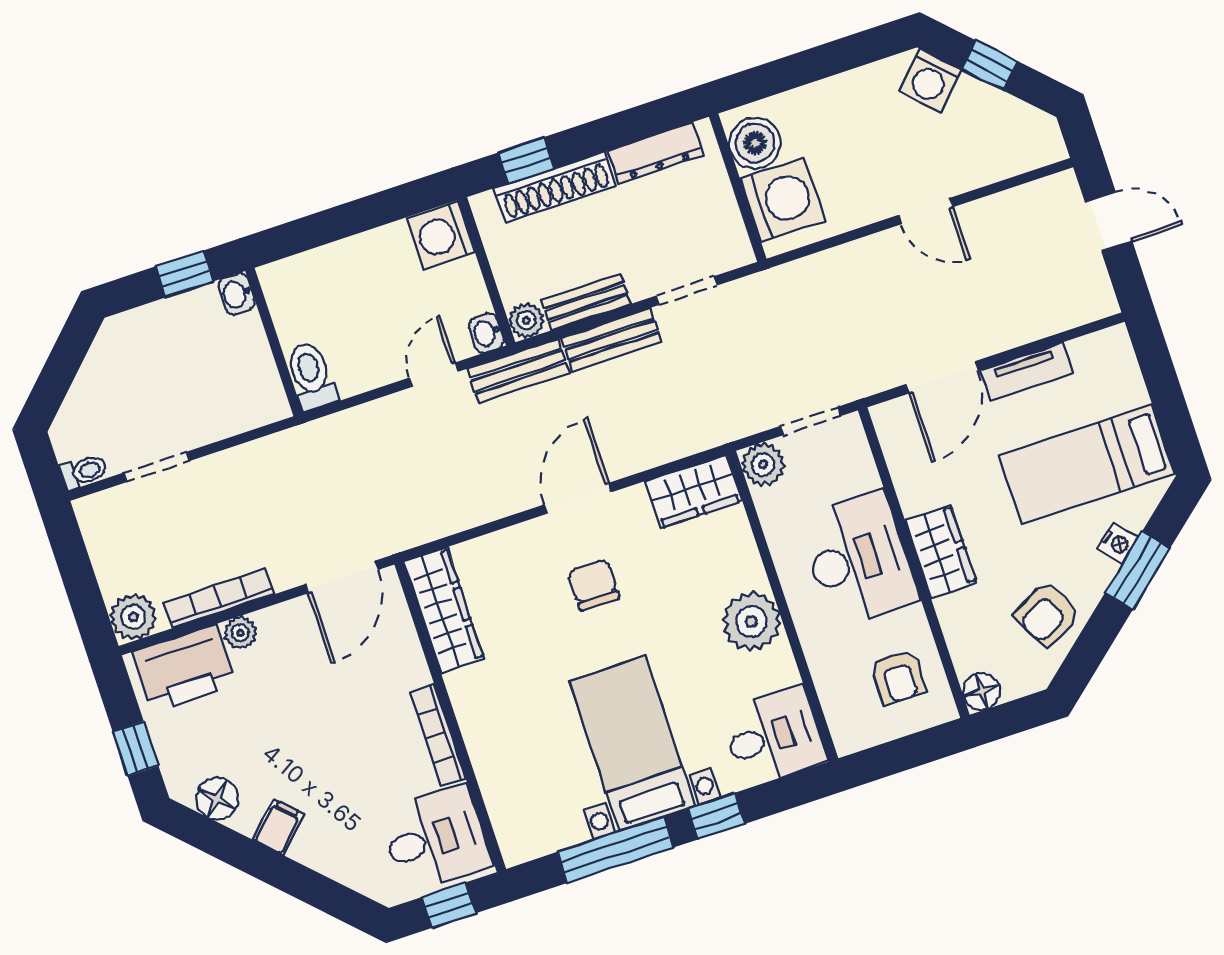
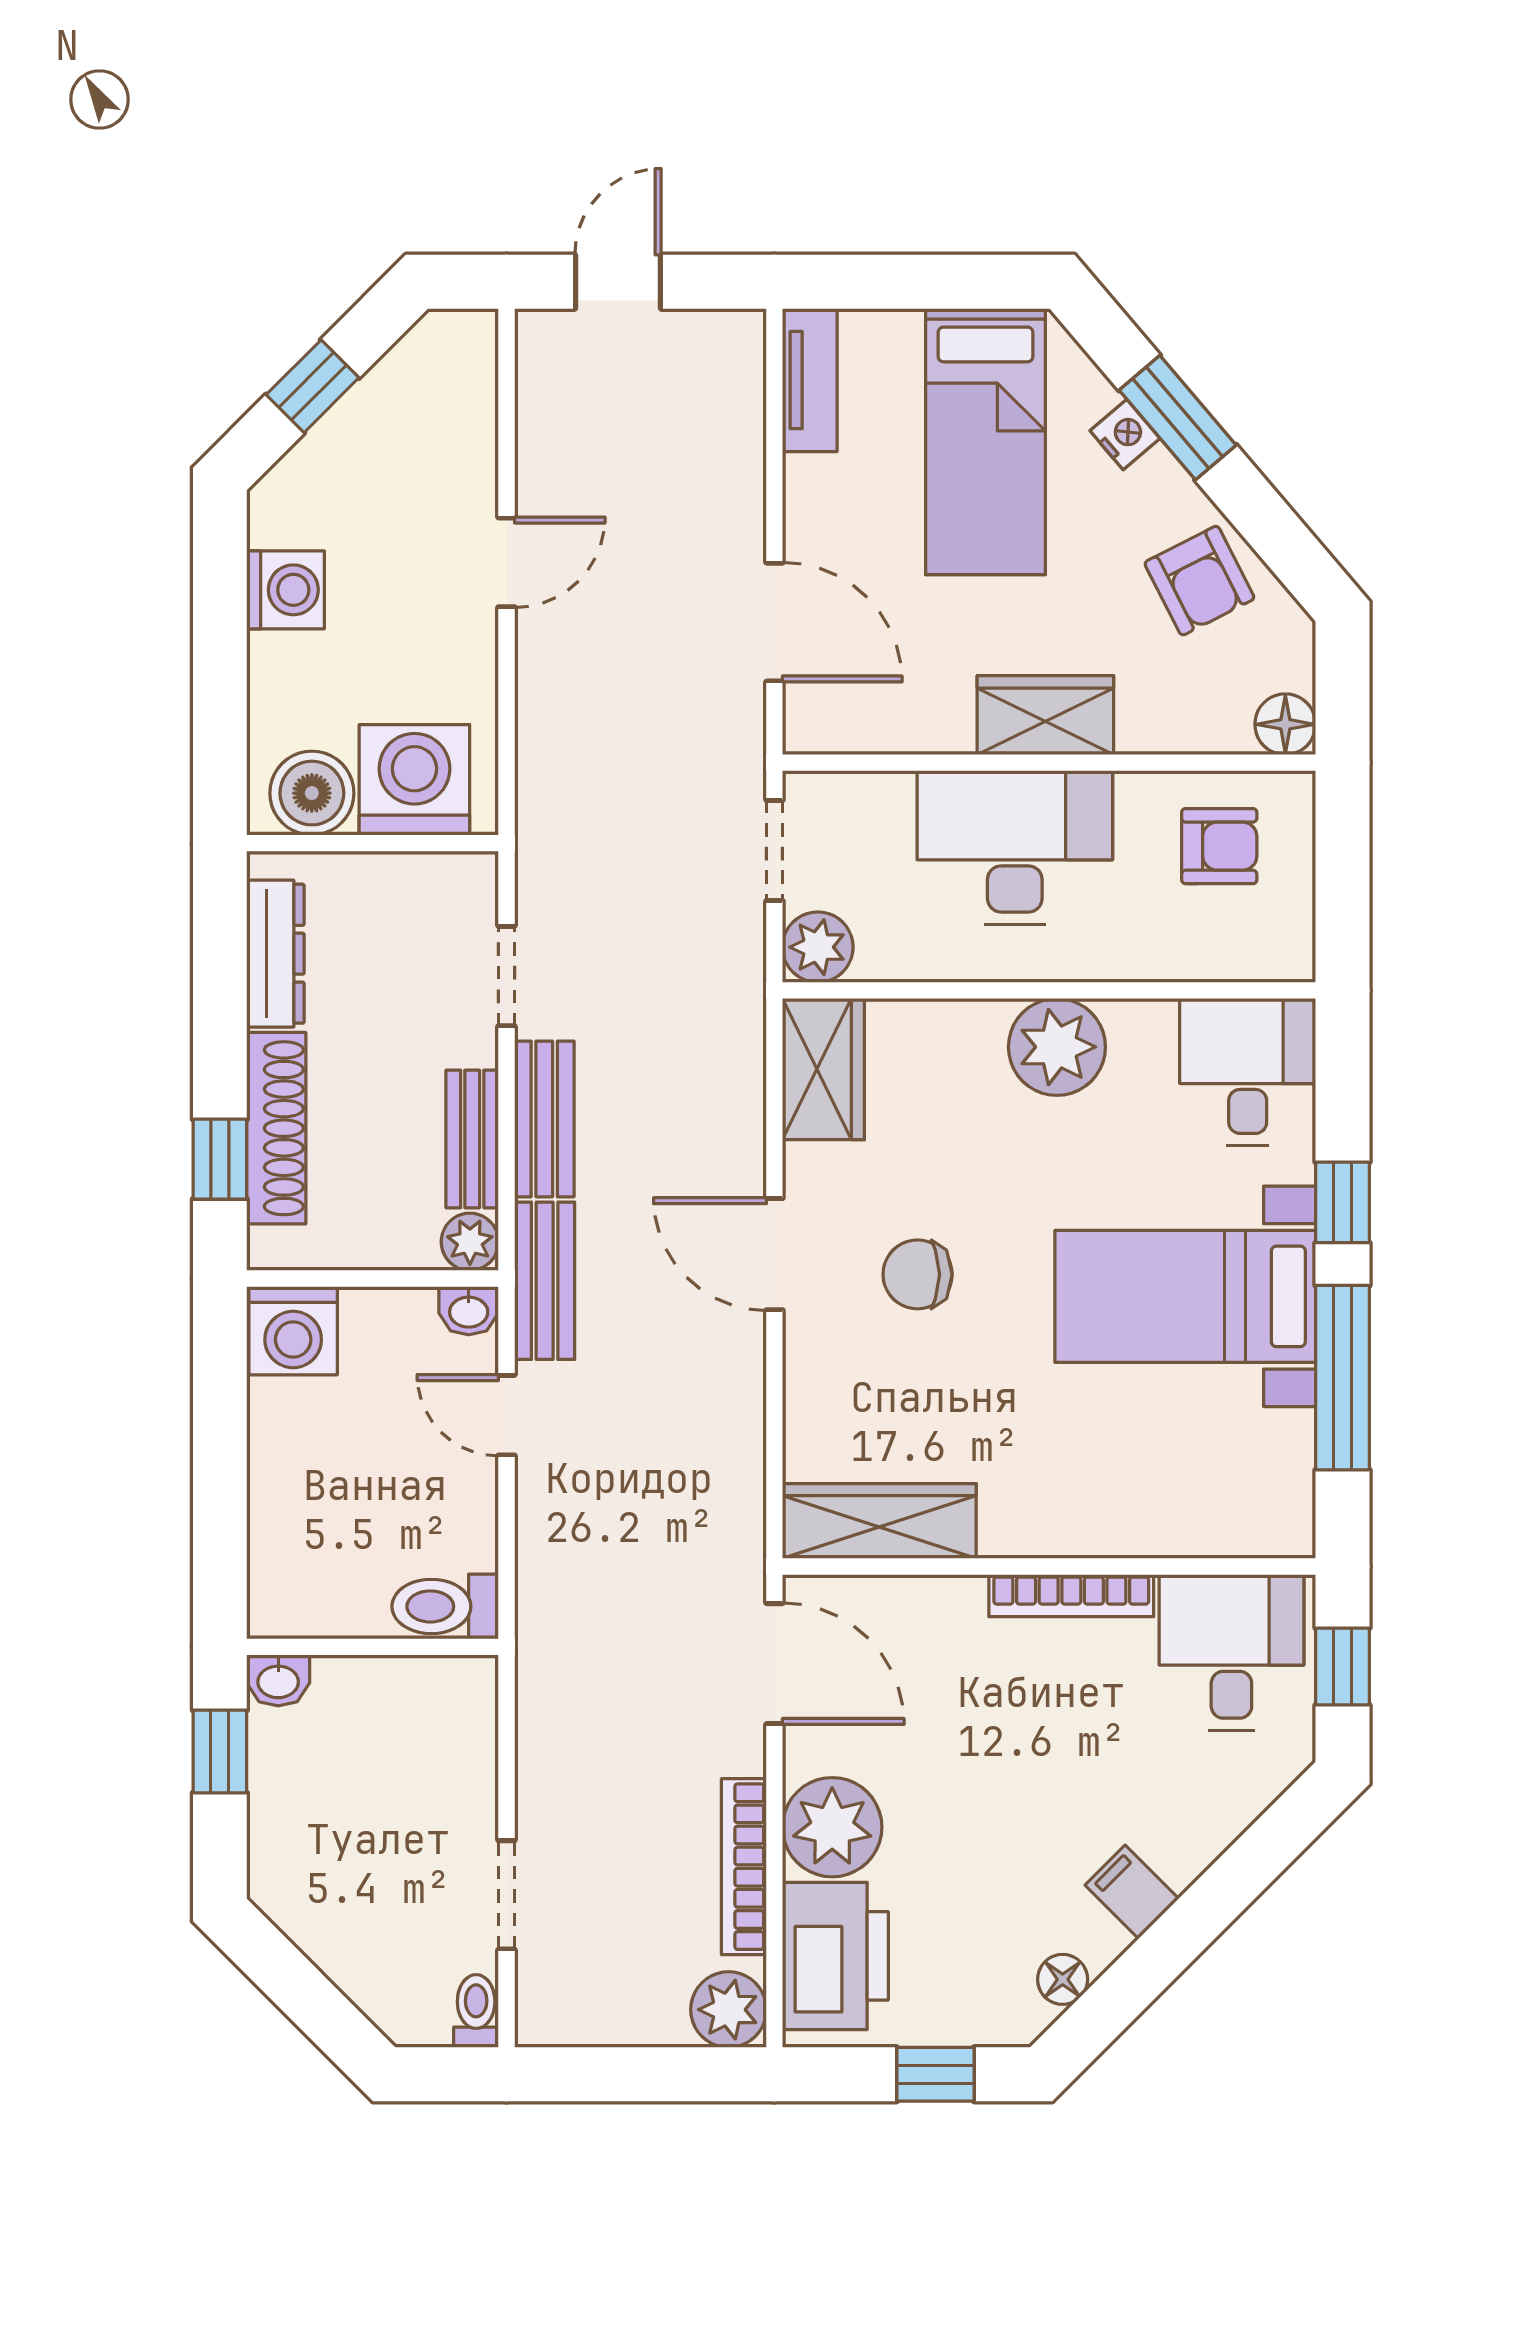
washing machine: (930, 80) -> (286, 590), moved, turned -45
tv unit: (1027, 372) -> (810, 380), moved
plant: (240, 633) -> (832, 1827), width x1.88, depth x1.88
floor lamp: (217, 799) -> (1063, 1979), width x0.73, depth x0.73

